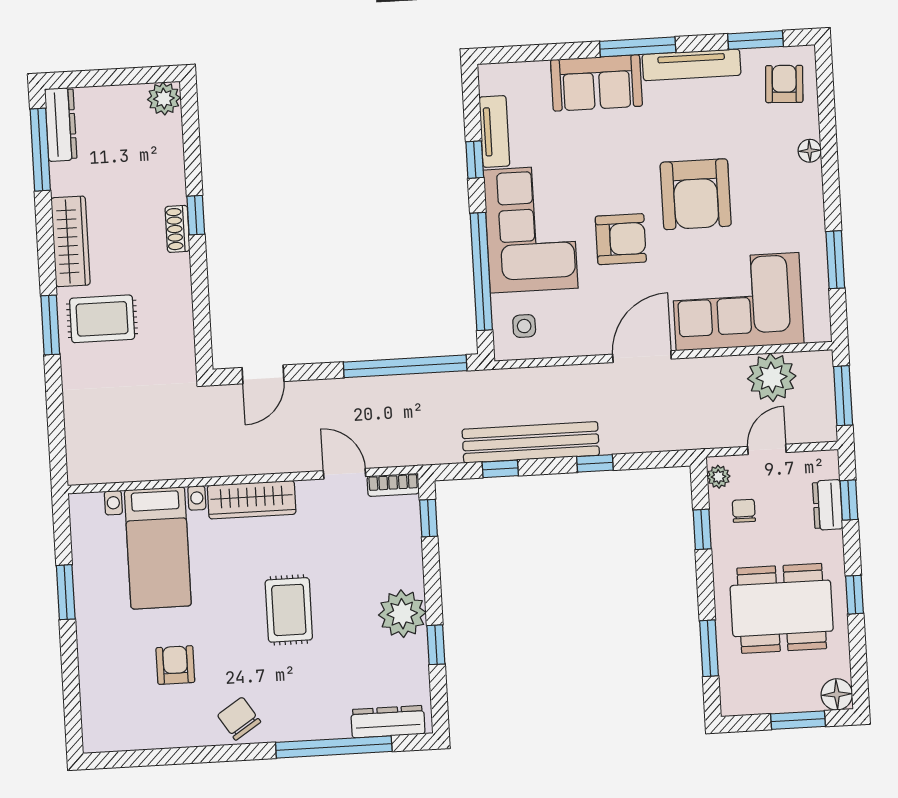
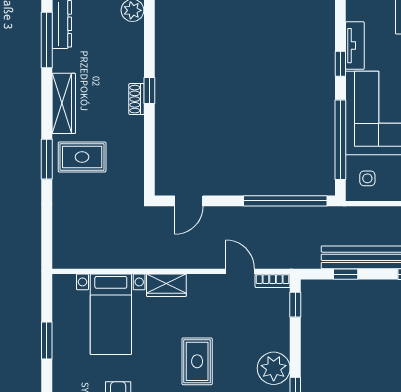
wardrobe: (252, 500) -> (166, 285), width x0.67

